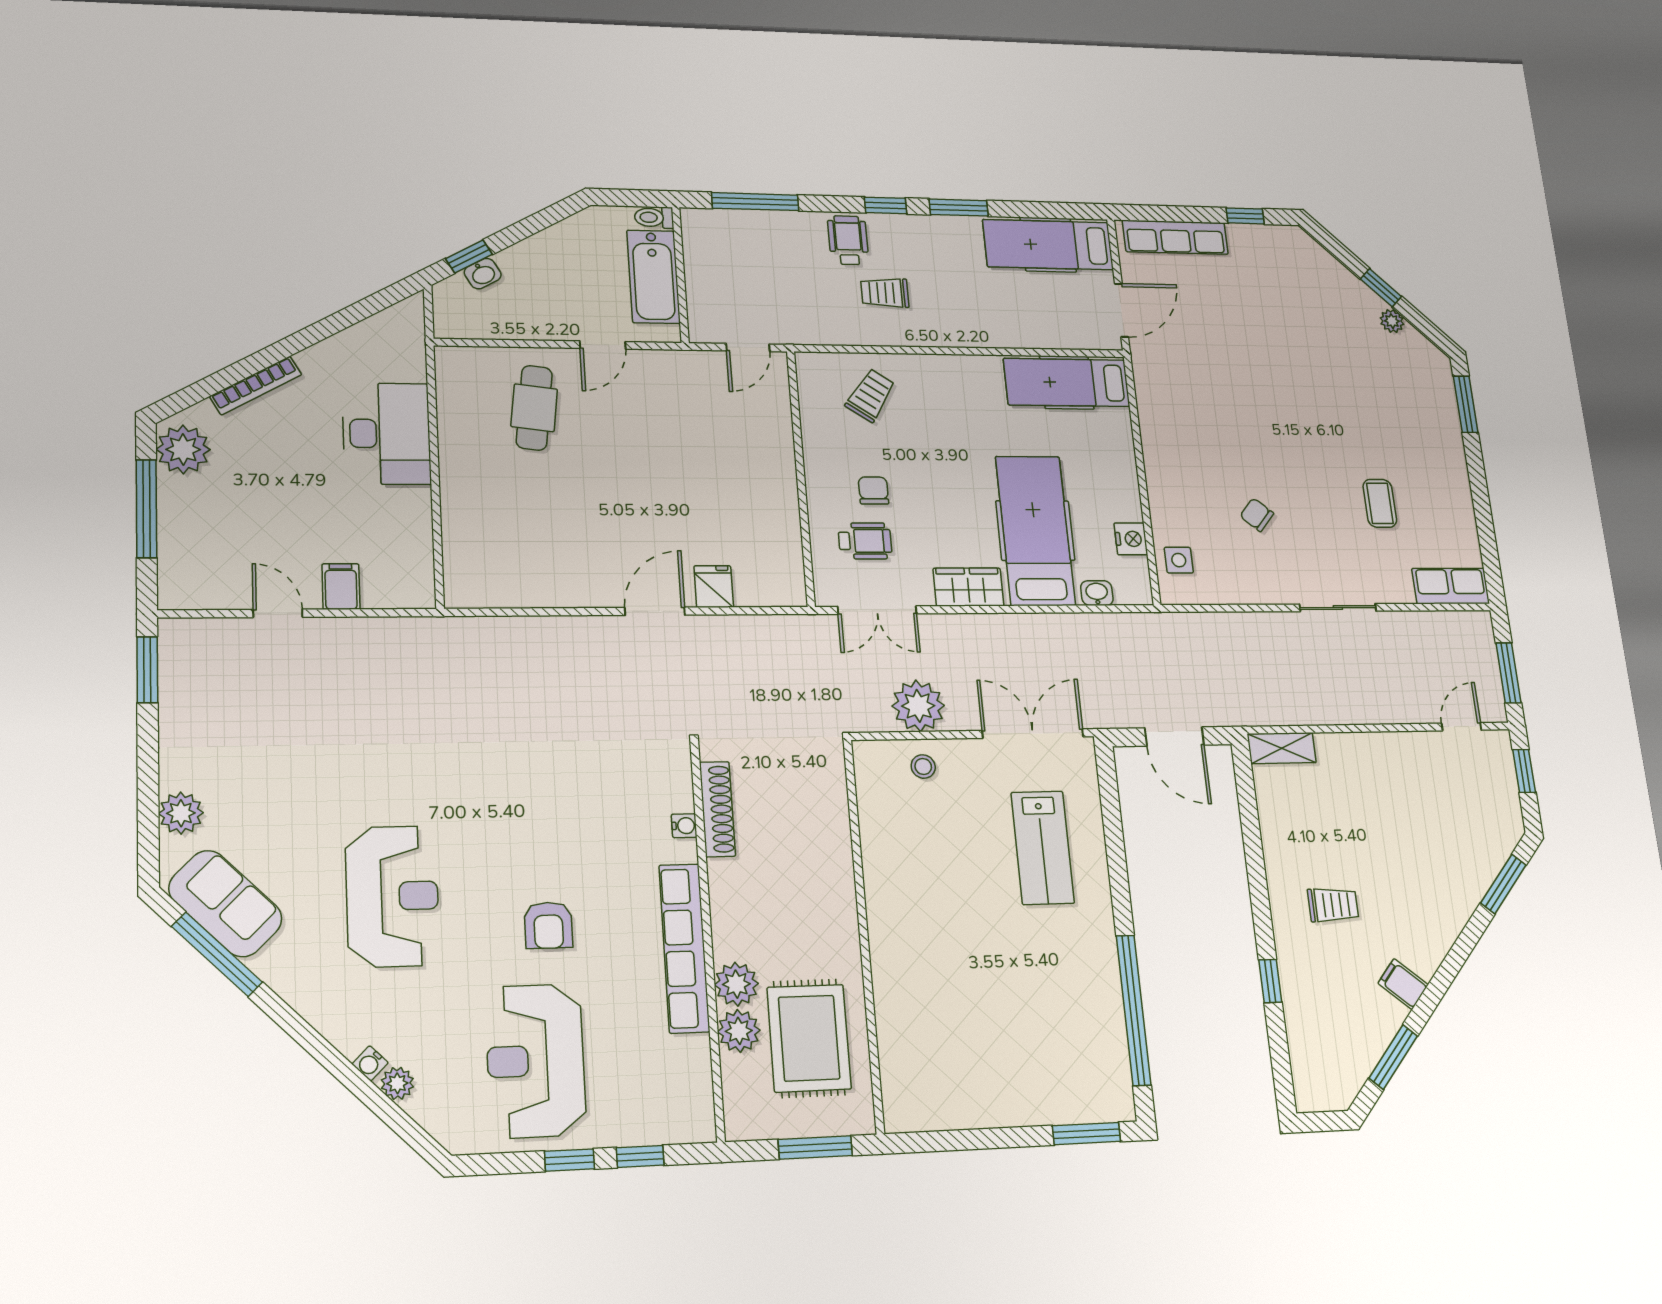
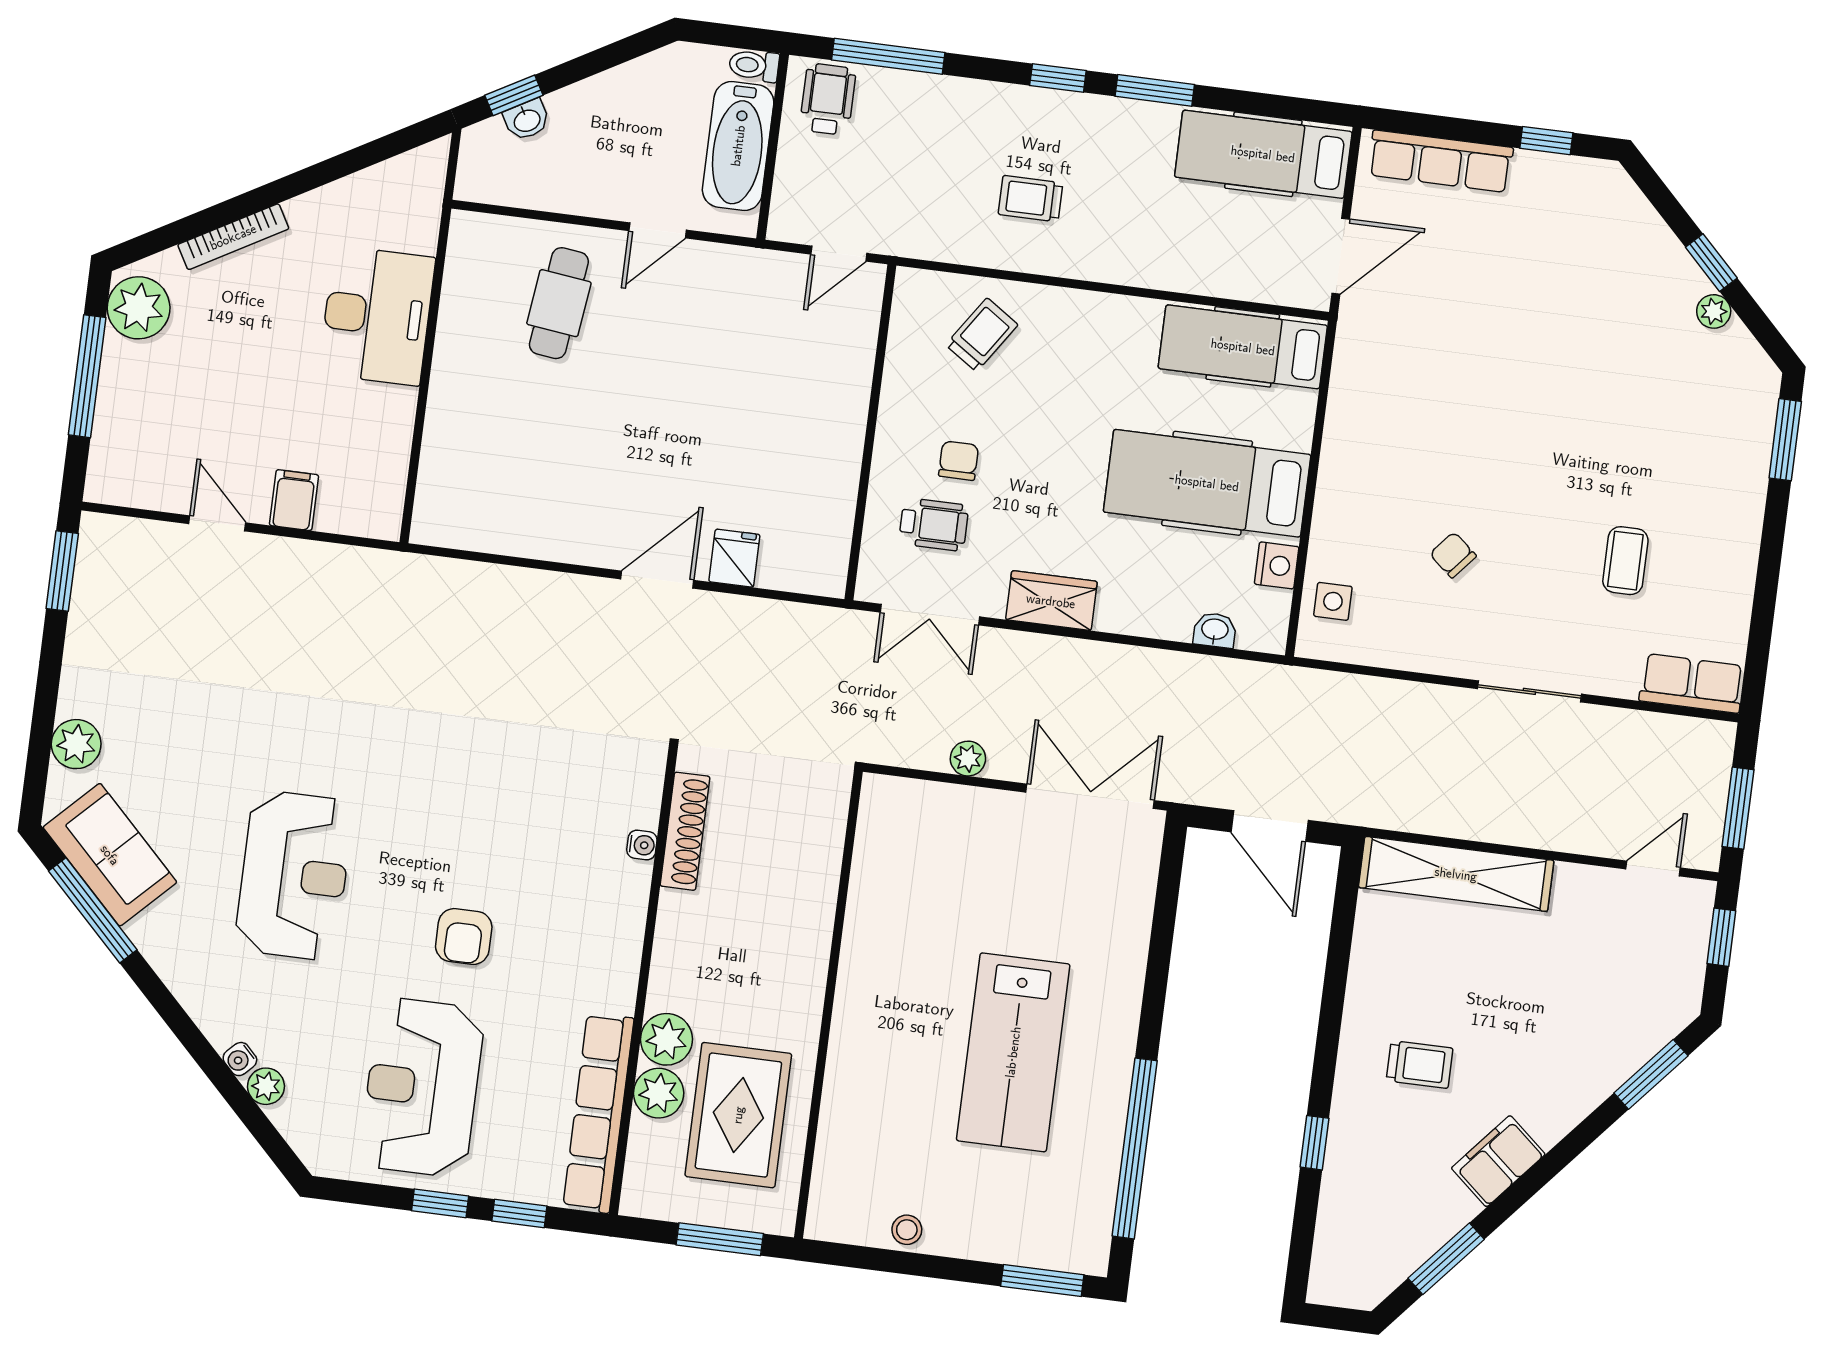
wheelchair: (848, 240) -> (828, 99), moved
hospital bed: (1035, 531) -> (1207, 483), moved, turned -90
plant: (918, 706) -> (968, 759), width x0.53, depth x0.53
shelving: (1282, 748) -> (1456, 874), width x2.20, depth x1.33
stool: (923, 766) -> (907, 1230), moved
lab bench: (1043, 848) -> (1013, 1052), moved, width x1.36, depth x1.39
row of seats: (684, 948) -> (598, 1113), moved
filing cabinet: (1403, 984) -> (1498, 1161), width x2.00

